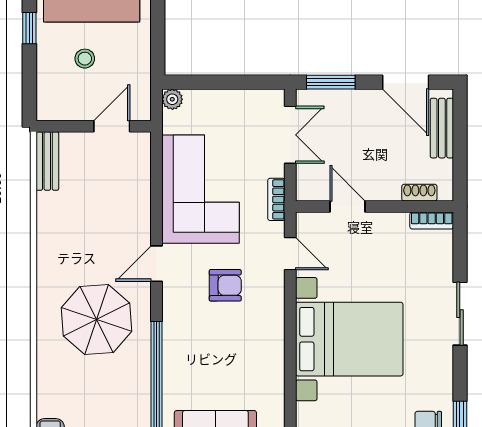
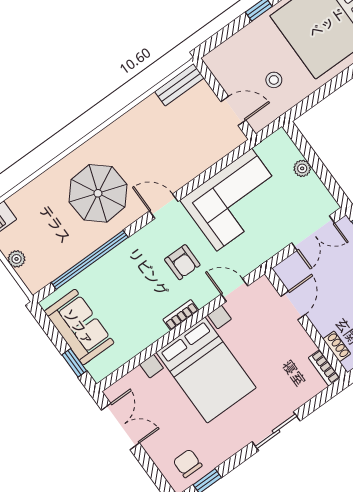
stool: (85, 59) -> (274, 80), moved
plant: (172, 99) -> (302, 168), moved
bookcase: (276, 199) -> (181, 315), moved
door: (290, 254) -> (234, 290), swing flipped

